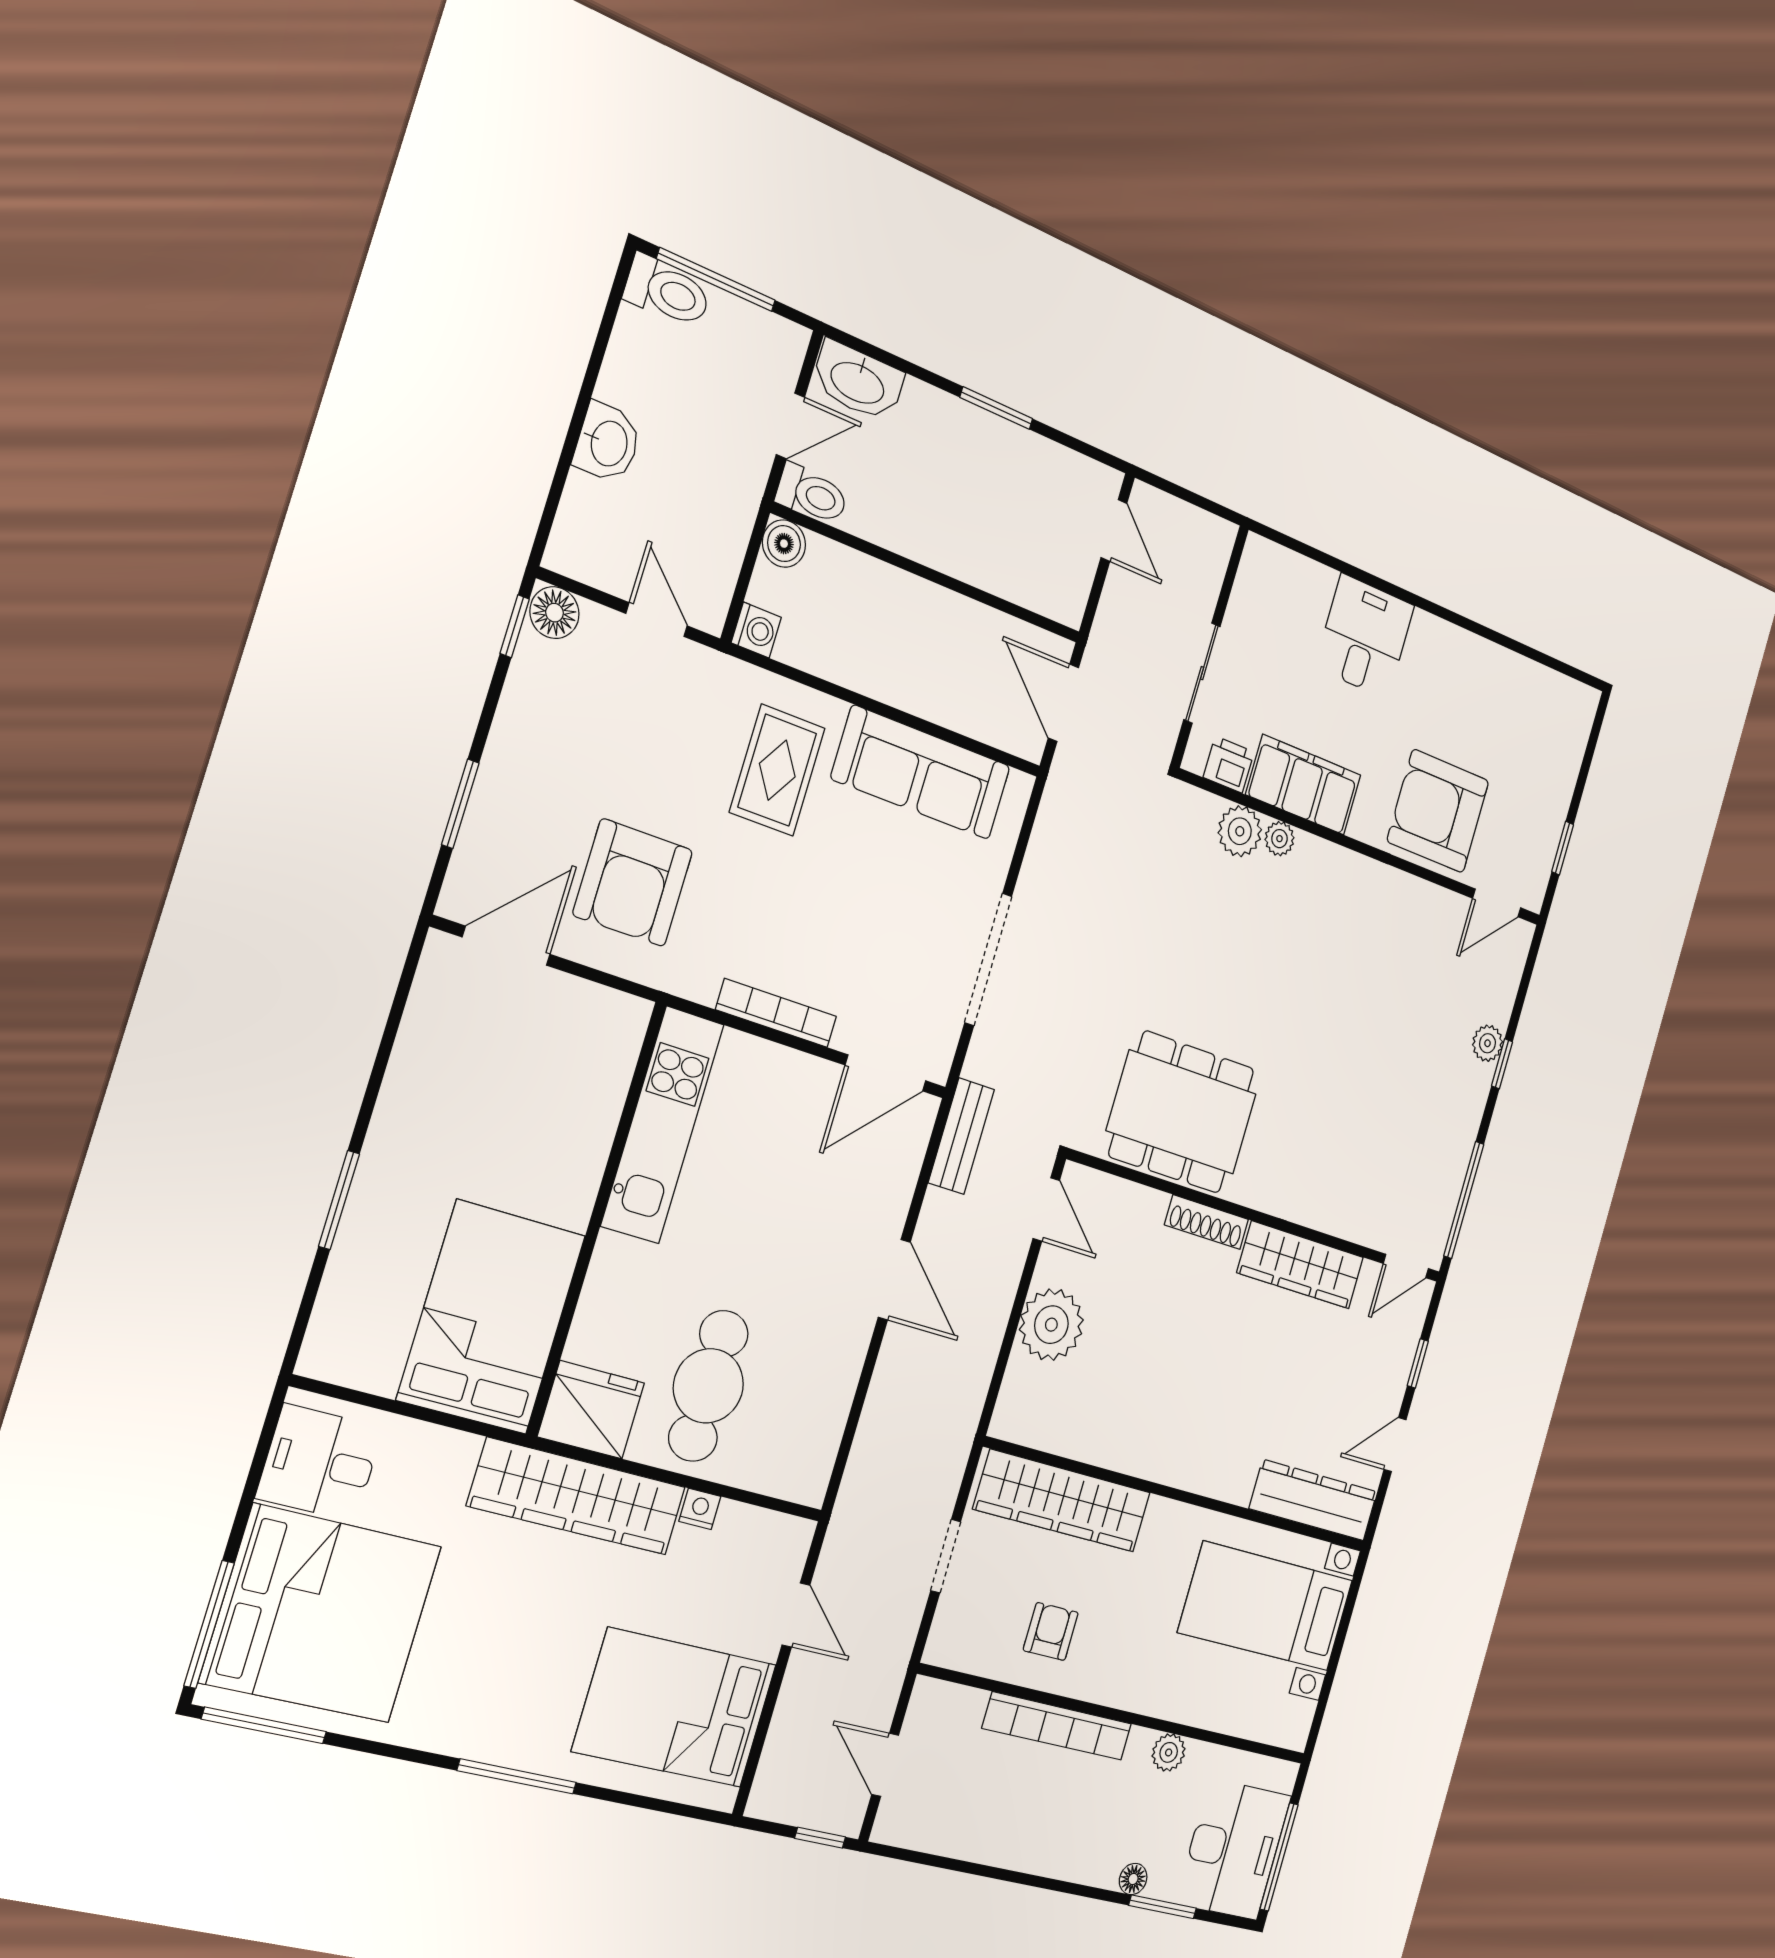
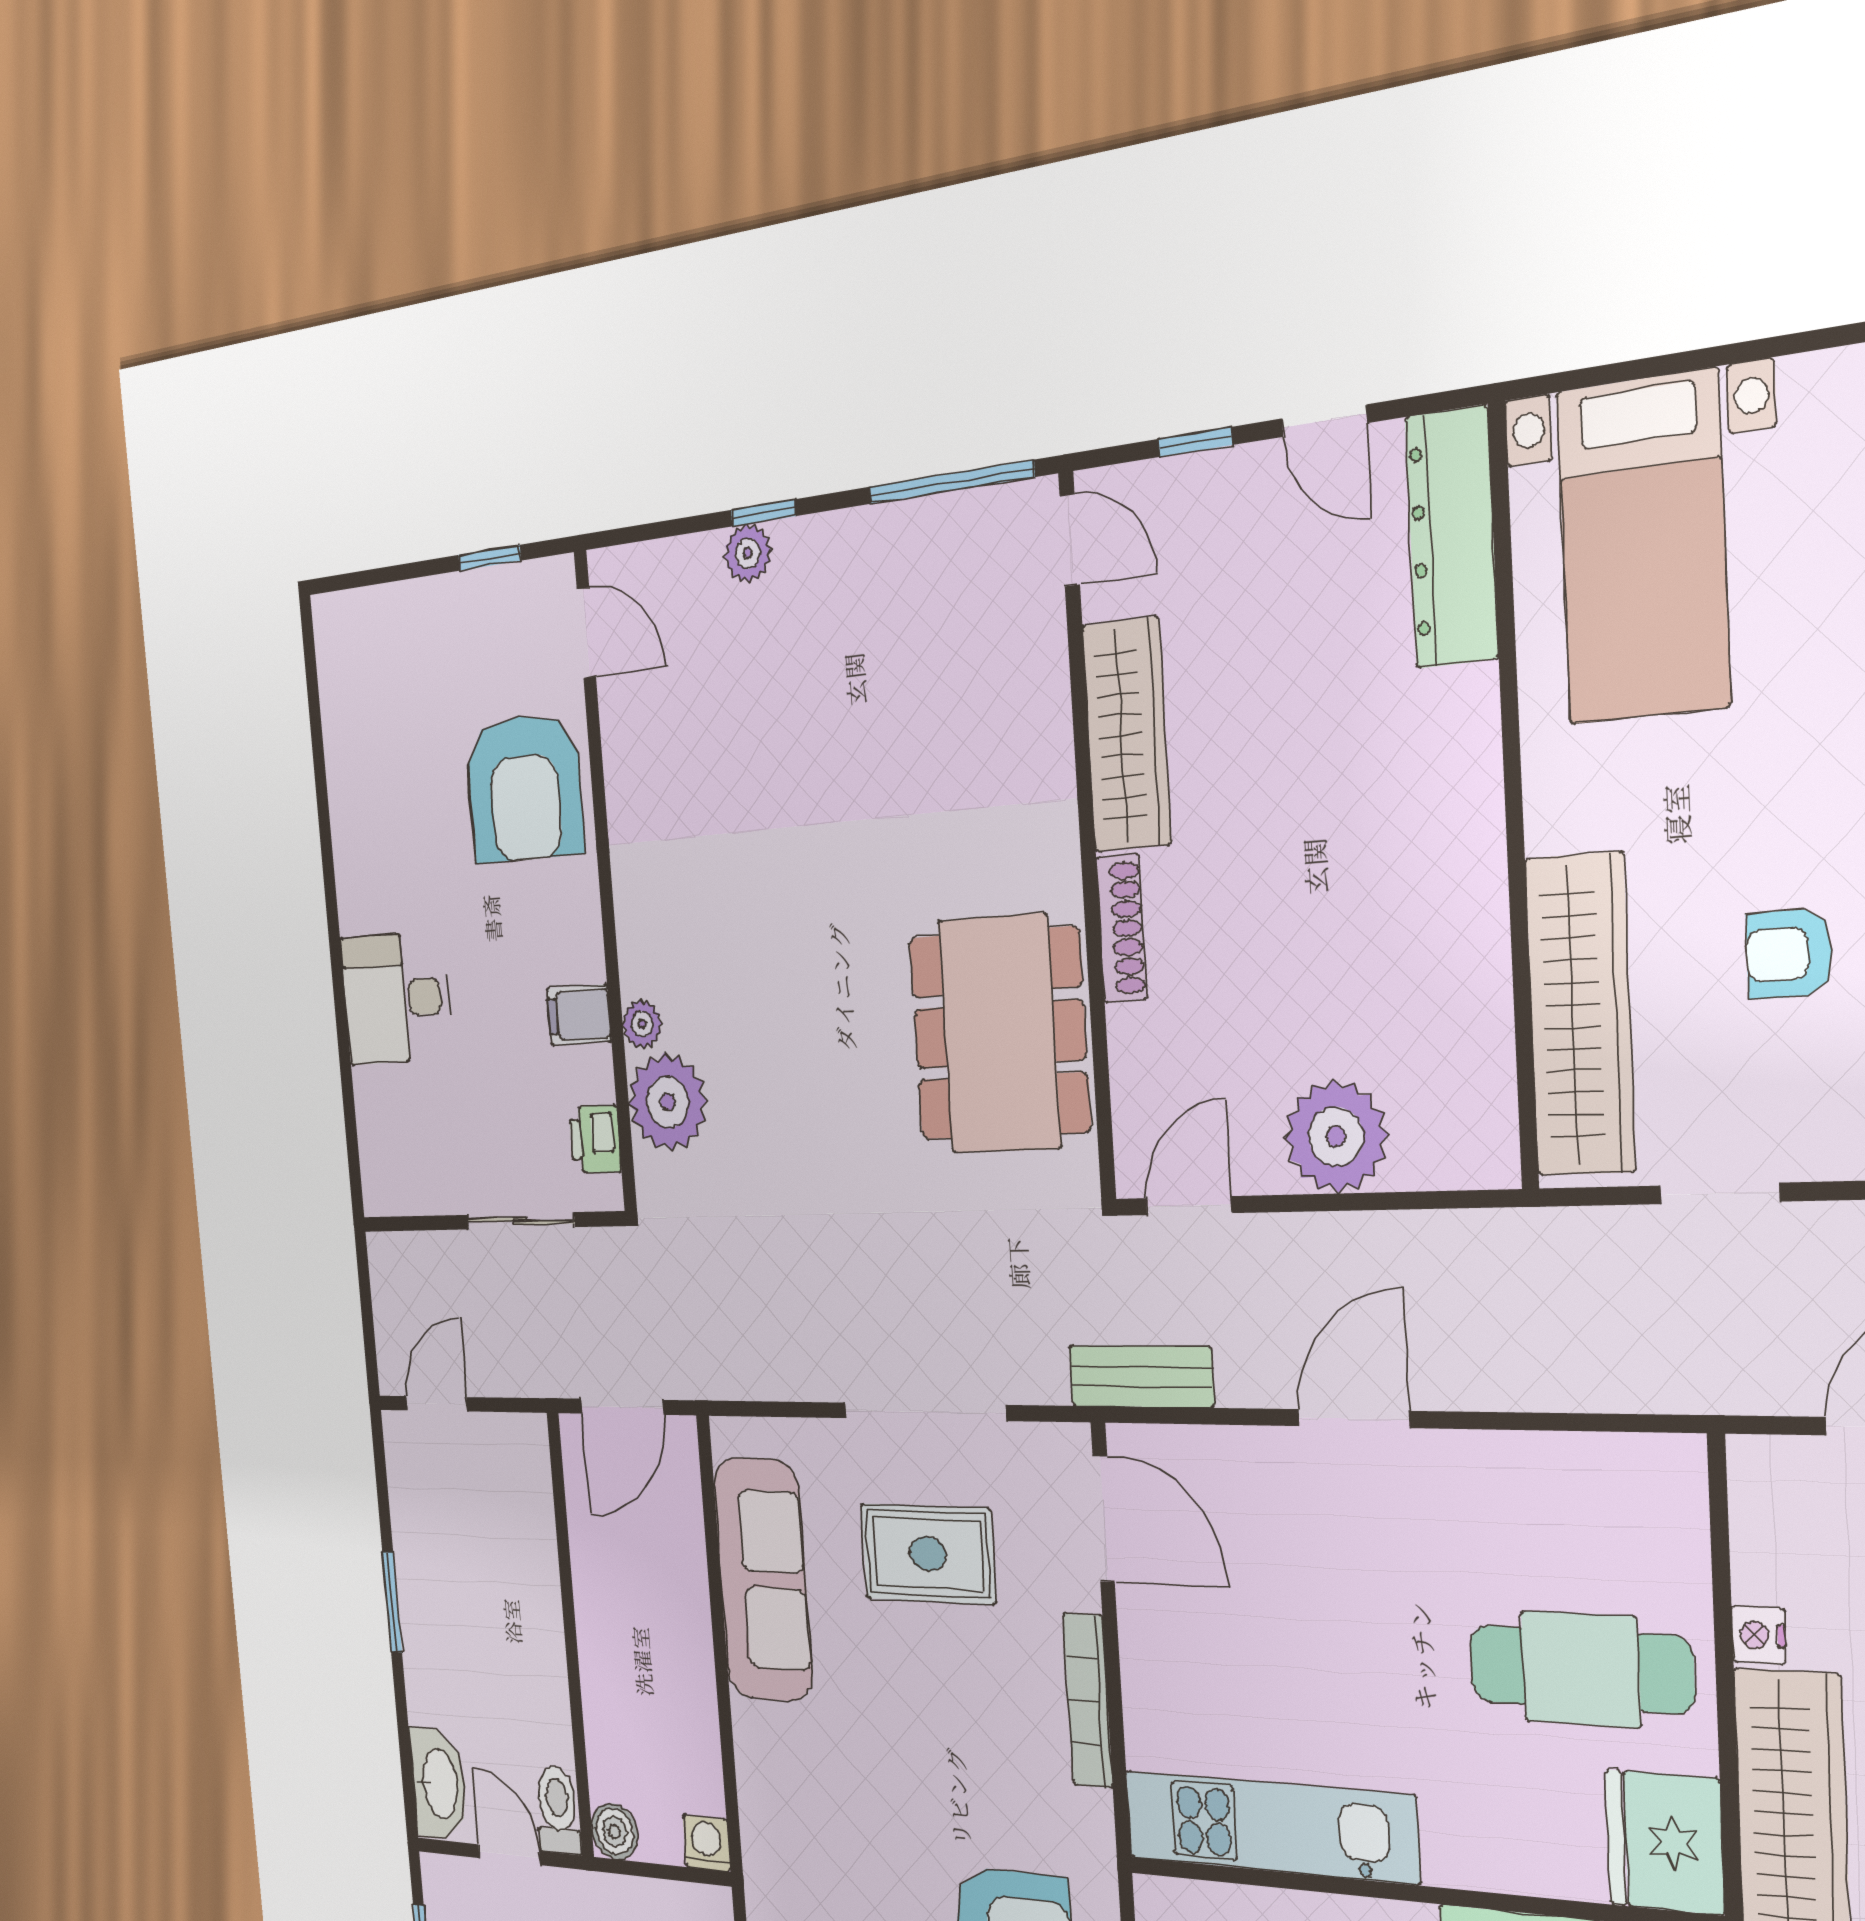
rug: (777, 770) -> (928, 1554), moved
filing cabinet: (1303, 785) -> (579, 1015), width x0.33, depth x0.86
plant: (1240, 831) -> (668, 1102), width x1.36, depth x1.36

